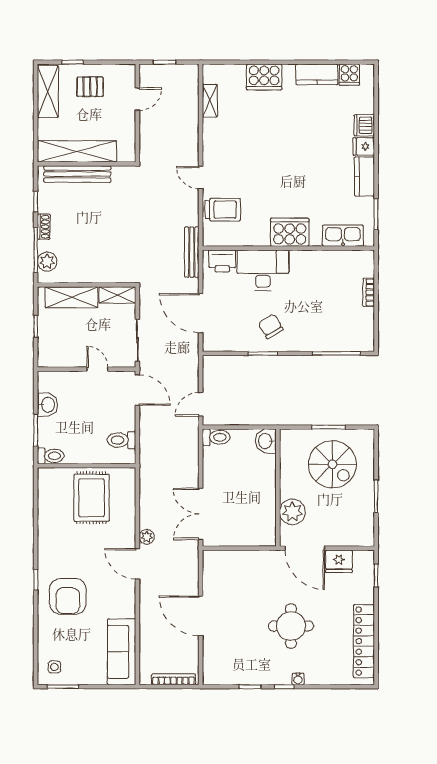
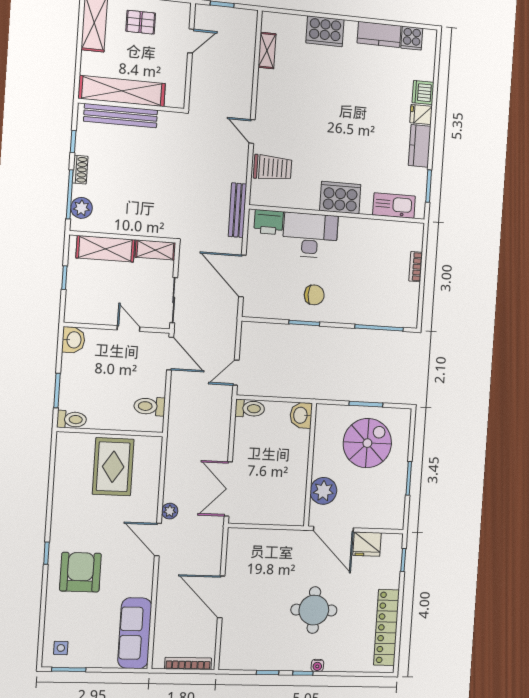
chair: (271, 326) -> (314, 295), turned 120
washbasin: (48, 405) -> (73, 340), moved
spiral stairs: (332, 464) -> (367, 443), turned -90
armchair: (68, 596) -> (80, 572), turned 180

